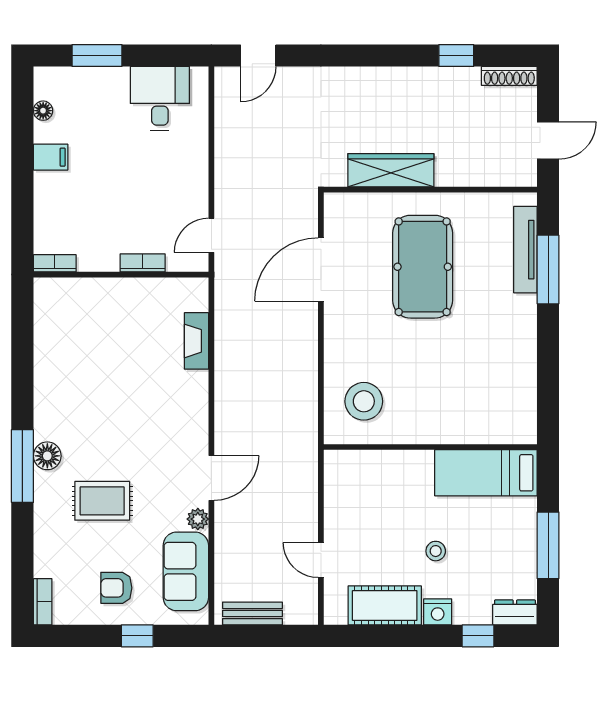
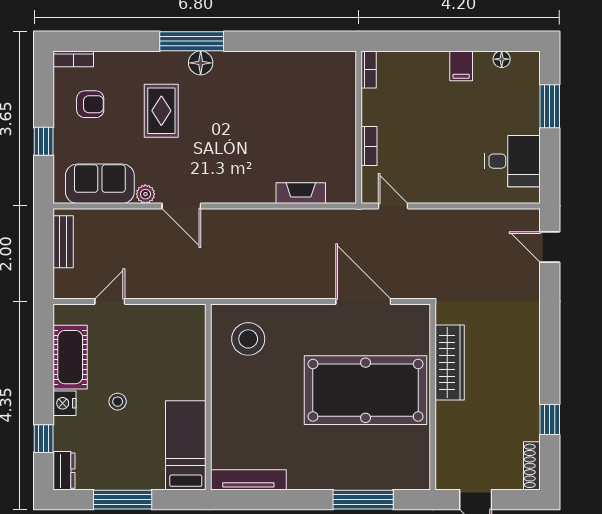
tv unit: (525, 250) -> (248, 480), moved
pool table: (423, 267) -> (366, 390), width x1.36, depth x1.32
armchair: (116, 588) -> (90, 104), moved, turned 90

